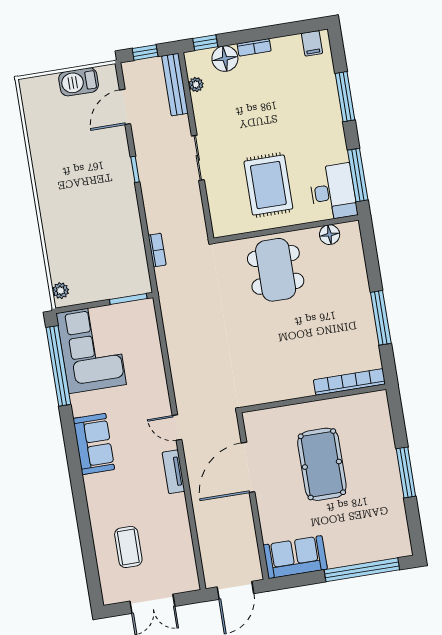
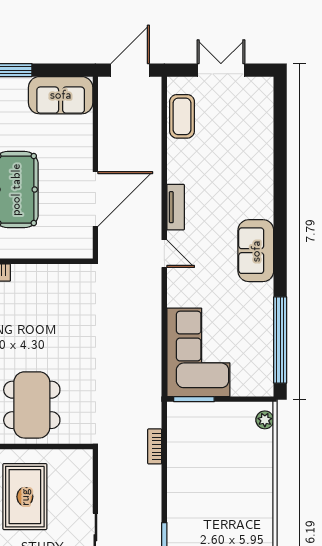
corner sofa: (91, 349) -> (198, 352), moved, turned 180
coffee table: (128, 547) -> (182, 116), moved

